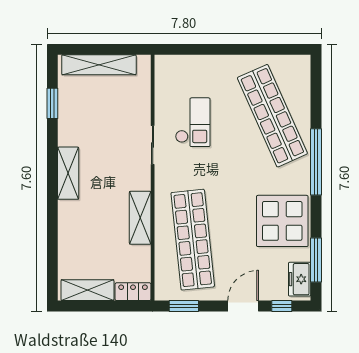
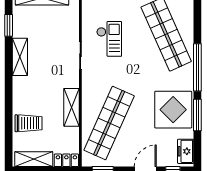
shelving: (68, 173) -> (20, 57), moved
trolley: (80, 240) -> (29, 123), added
shop shelf: (193, 240) -> (109, 123), turned 30
window: (316, 260) -> (197, 115), moved

